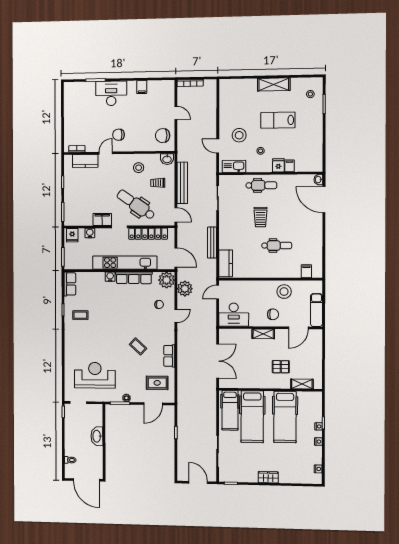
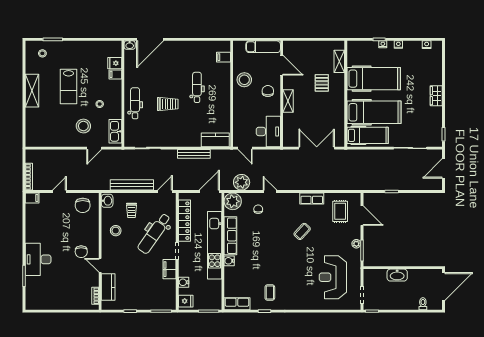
filing cabinet: (142, 87) -> (32, 198), moved
fridge: (278, 165) -> (115, 63), moved

